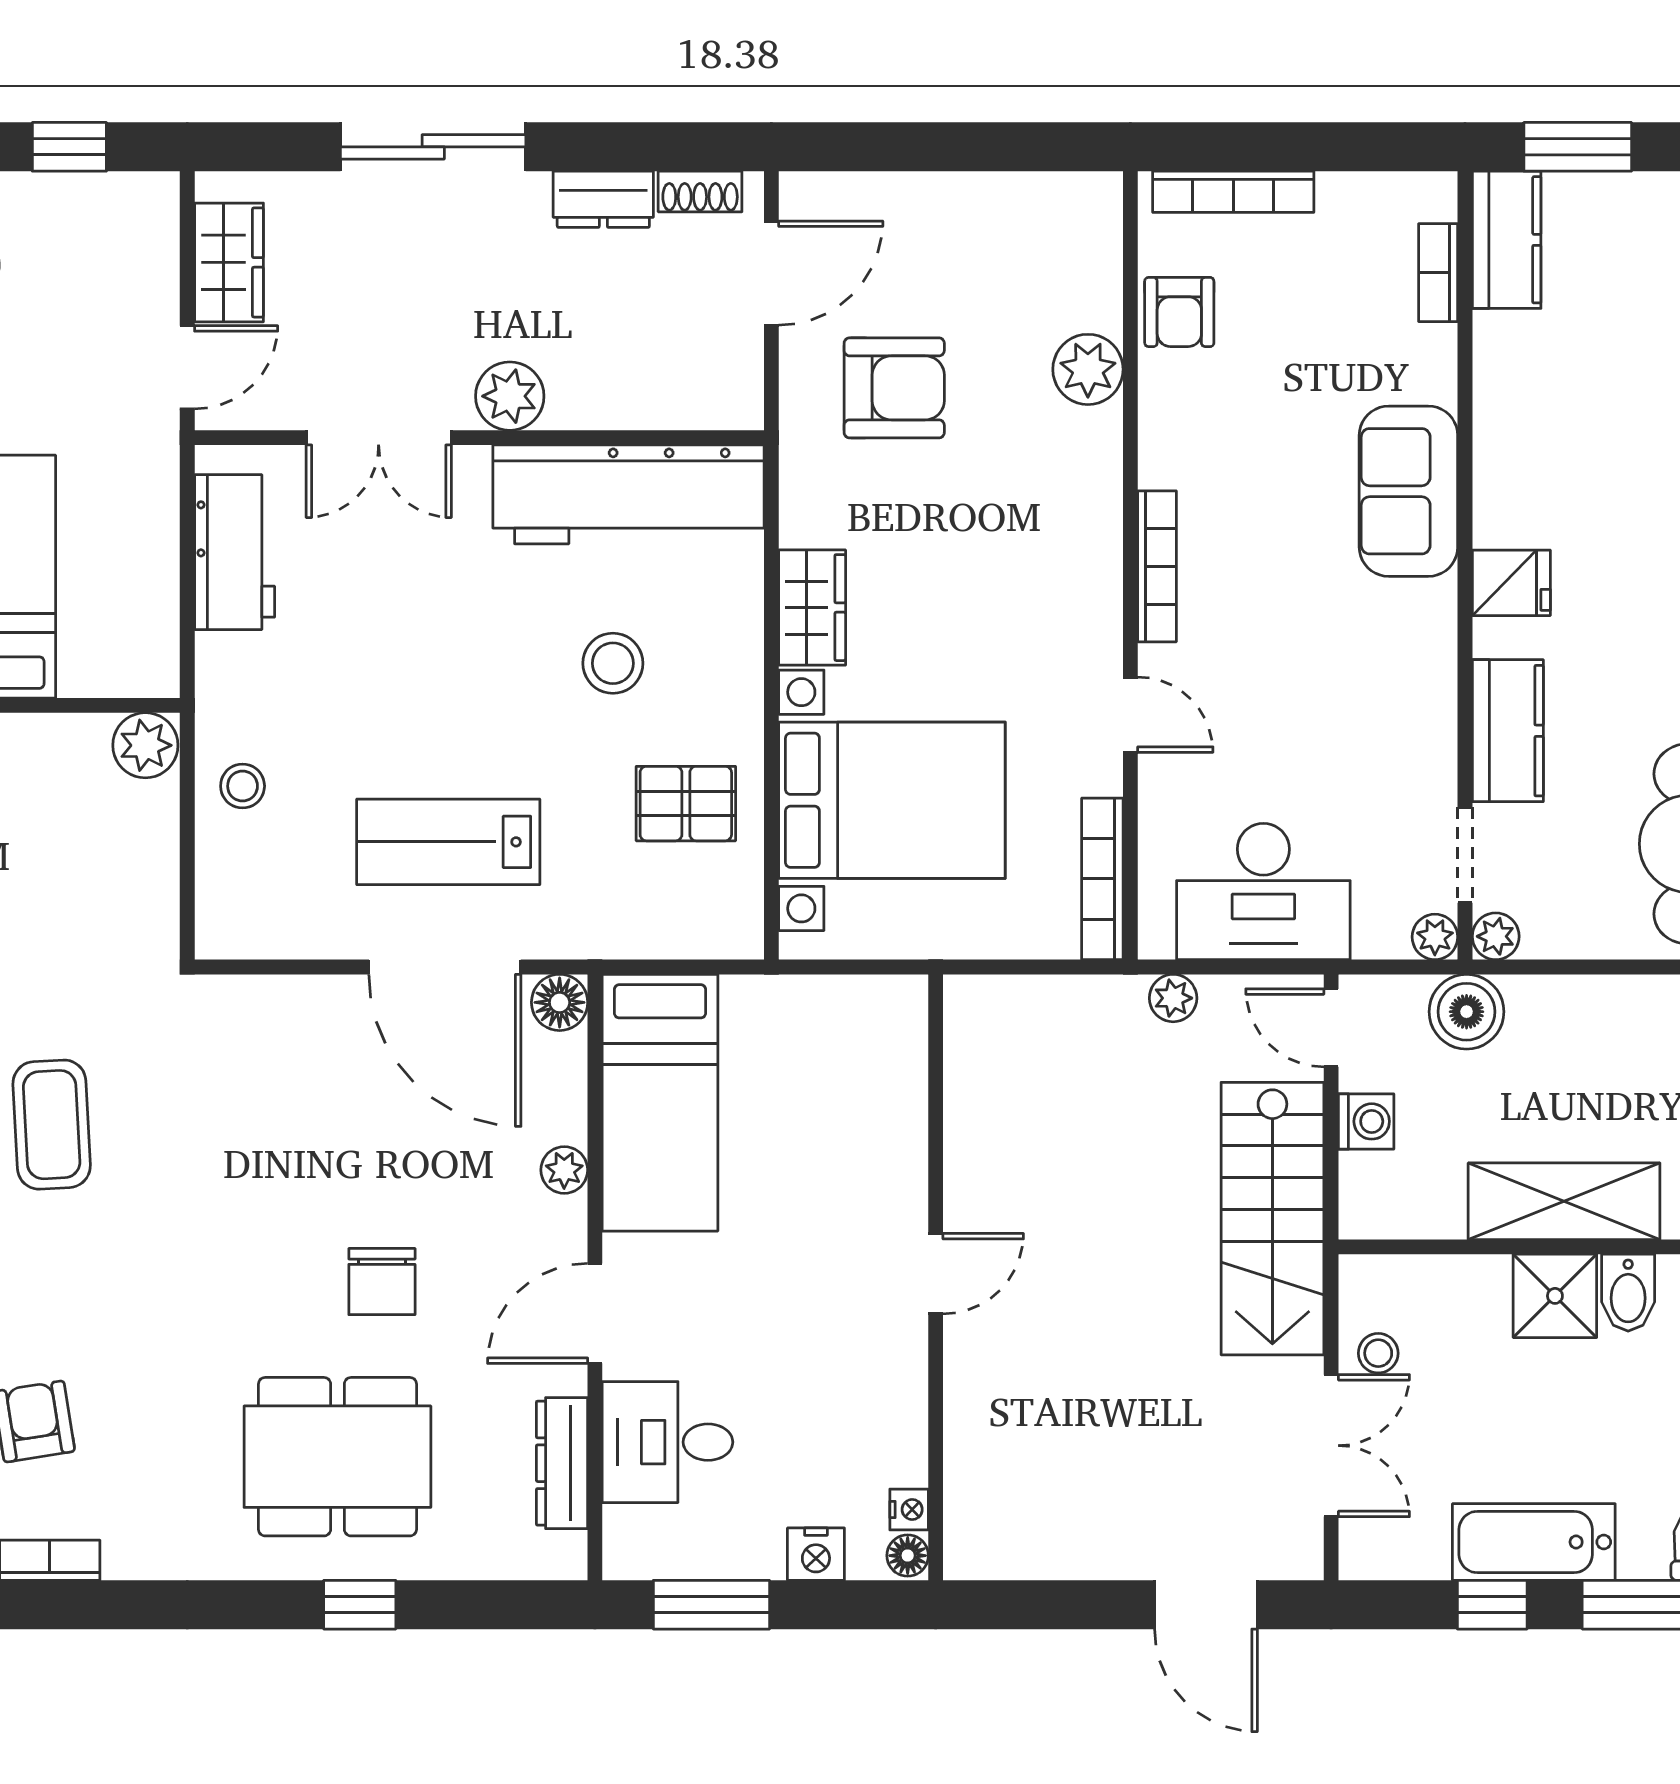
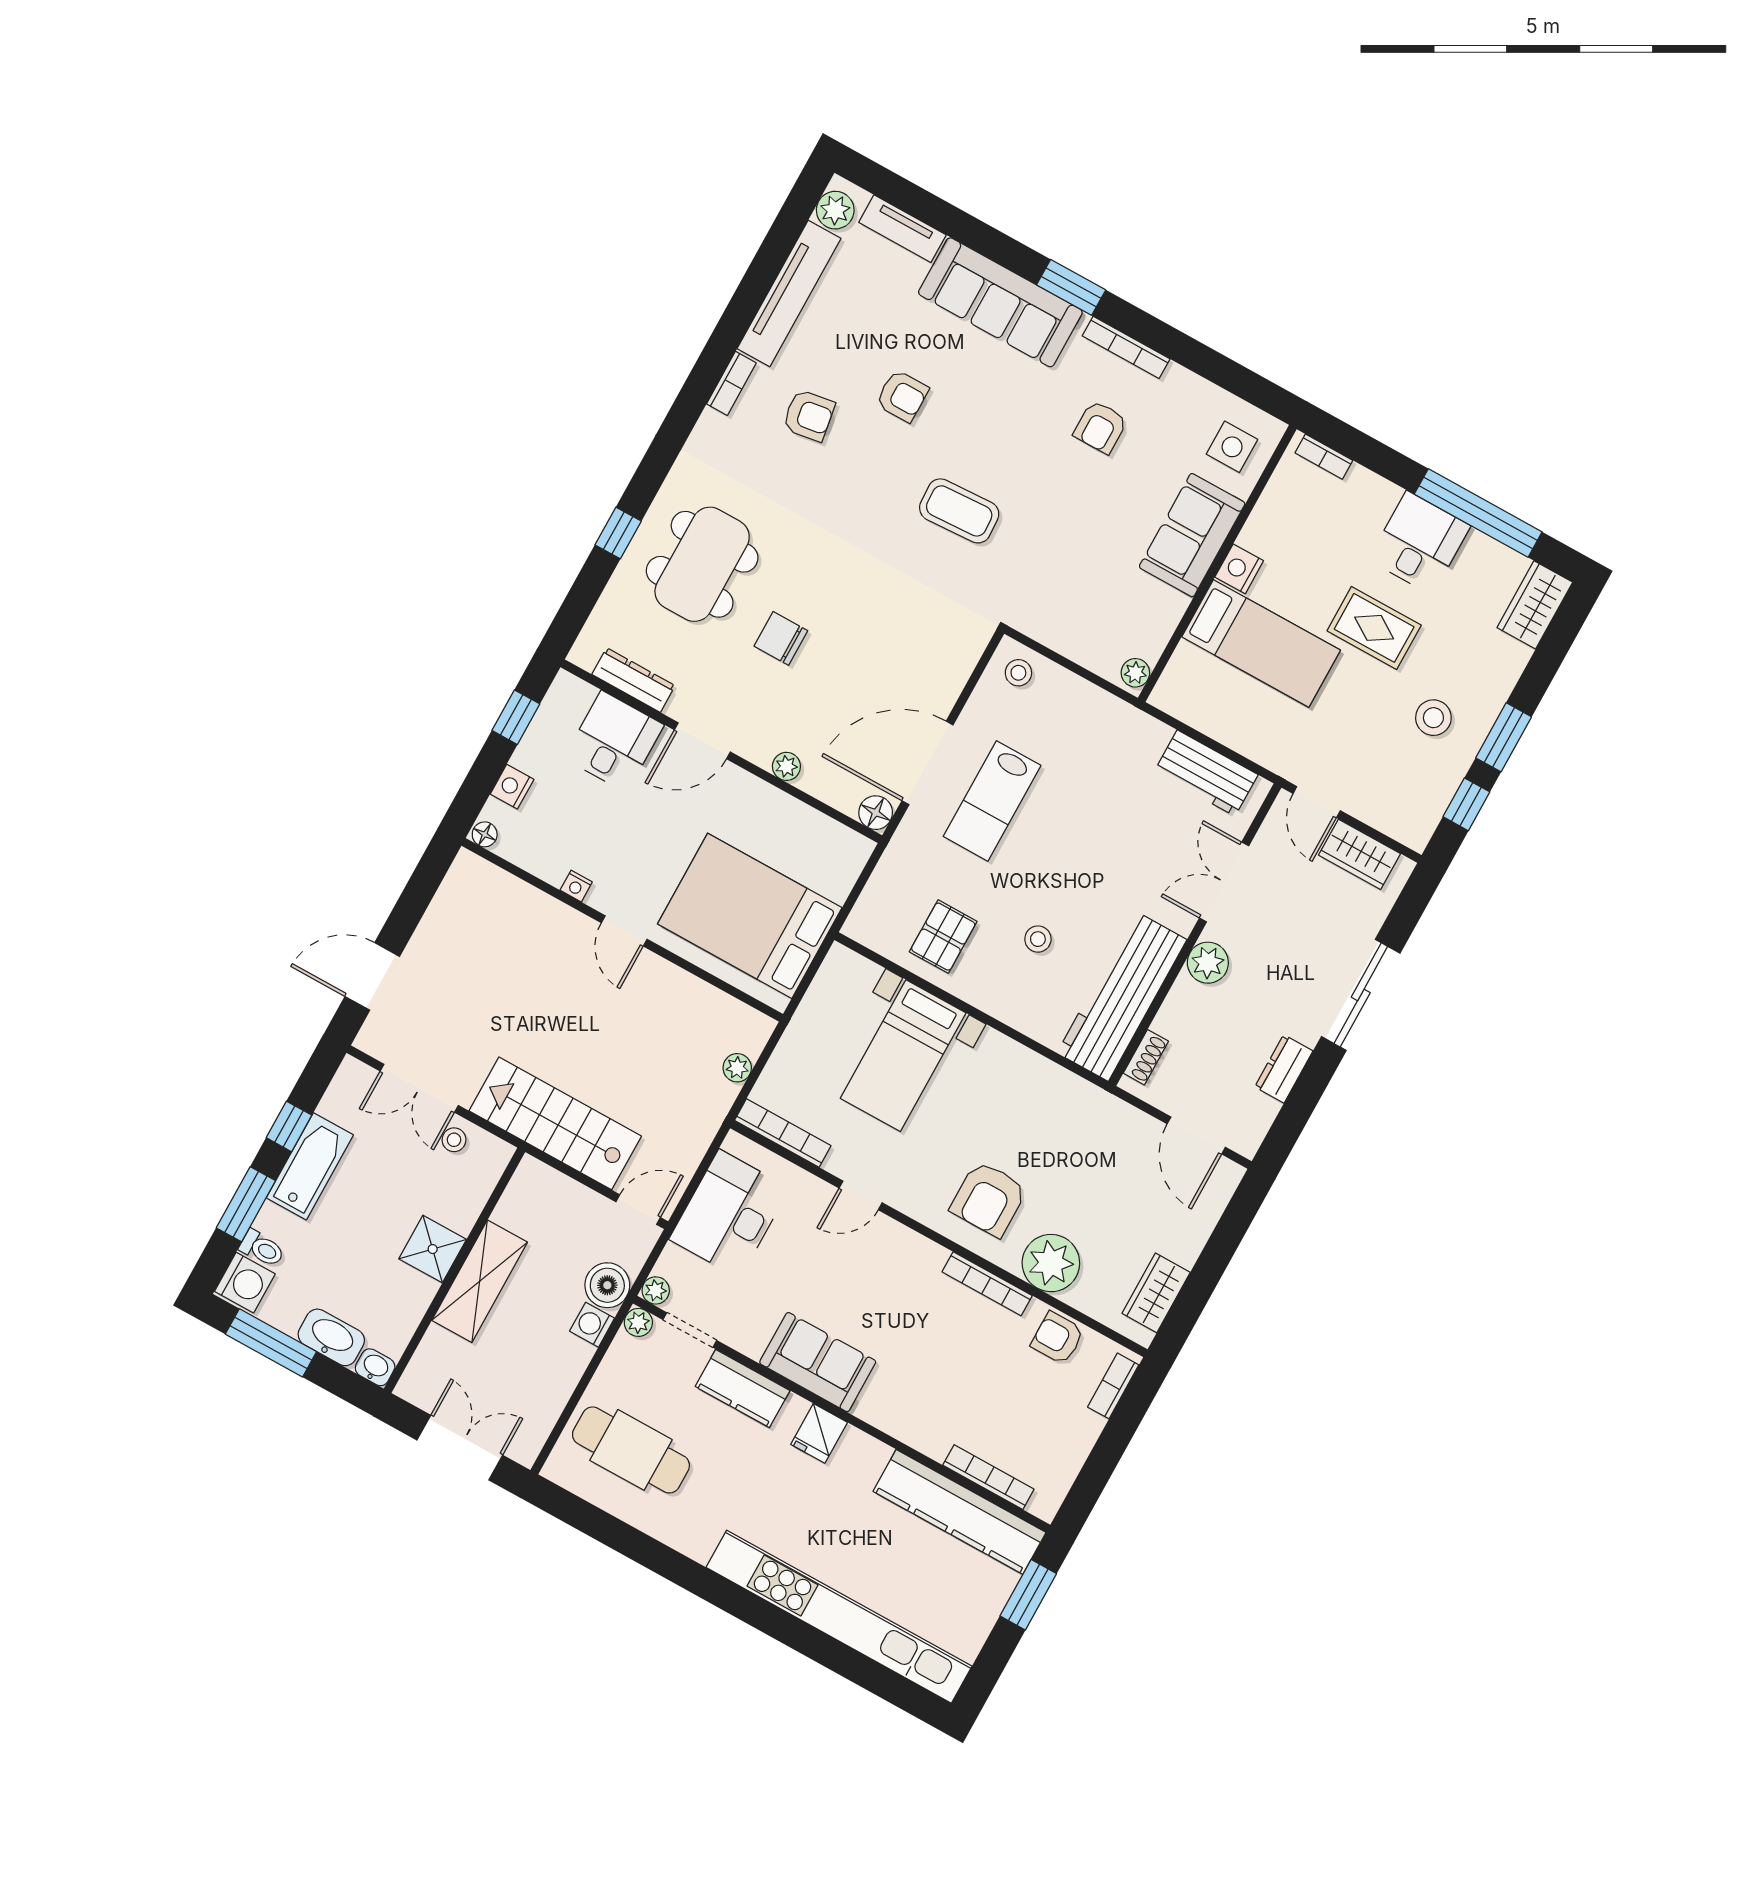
shoe rack: (700, 191) -> (1146, 1057), moved, turned 180
bookcase: (1233, 192) -> (1113, 1386), width x0.64
kitchen counter: (1507, 240) -> (960, 1512), width x2.08, depth x1.17
bookcase: (1438, 273) -> (988, 1477), width x1.56
plant: (1088, 369) -> (1051, 1263), width x1.36, depth x1.36
armchair: (894, 388) -> (989, 1199), moved
sofa: (1408, 491) -> (818, 1362), moved
bookcase: (1157, 566) -> (987, 1284), moved
wardrobe: (812, 608) -> (1156, 1293), moved, turned 90
stool: (613, 663) -> (1038, 939), width x0.73, depth x0.73
plant: (145, 745) -> (1135, 673), width x0.73, depth x0.73
stool: (243, 786) -> (1018, 673), moved
bed with nightstands: (892, 800) -> (903, 1056), width x0.73
lab bench: (448, 842) -> (992, 801), turned 180
plant: (1173, 998) -> (737, 1068), moved
bed: (660, 1103) -> (750, 916), moved, width x1.50
washing machine: (1366, 1121) -> (592, 1325), moved, turned 90
bidet: (1628, 1293) -> (413, 1288), removed
door: (595, 1313) -> (702, 741), swing flipped
nightstand: (909, 1509) -> (576, 886), moved
window: (711, 1605) -> (516, 717), width x0.67

